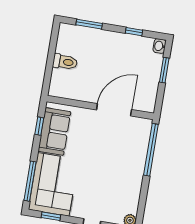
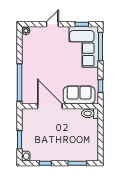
toilet: (65, 62) -> (90, 113), moved
door: (114, 110) -> (50, 106), swing flipped
sofa: (54, 131) -> (79, 95), moved, turned 90

